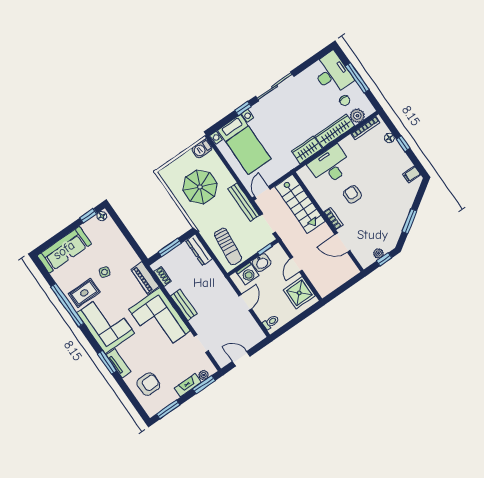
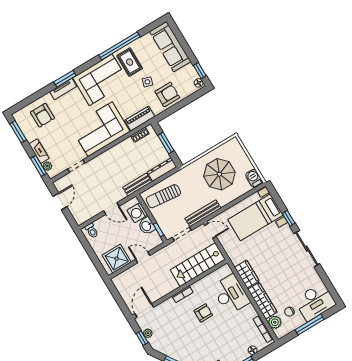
door: (342, 243) -> (144, 310), moved
armchair: (117, 249) -> (167, 94), added
bench: (184, 305) -> (137, 185), moved

